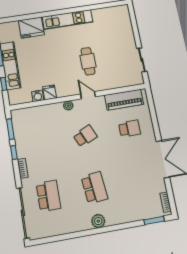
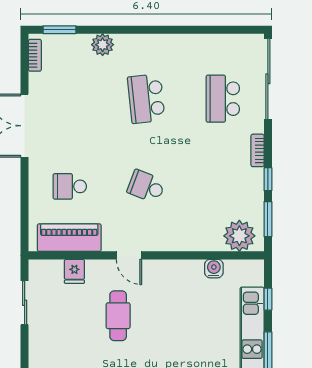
fridge: (50, 92) -> (74, 271), moved
plant: (68, 106) -> (239, 236), moved, width x1.87, depth x1.87
school desk: (85, 136) -> (146, 186), turned 45
plant: (98, 221) -> (103, 45), moved

